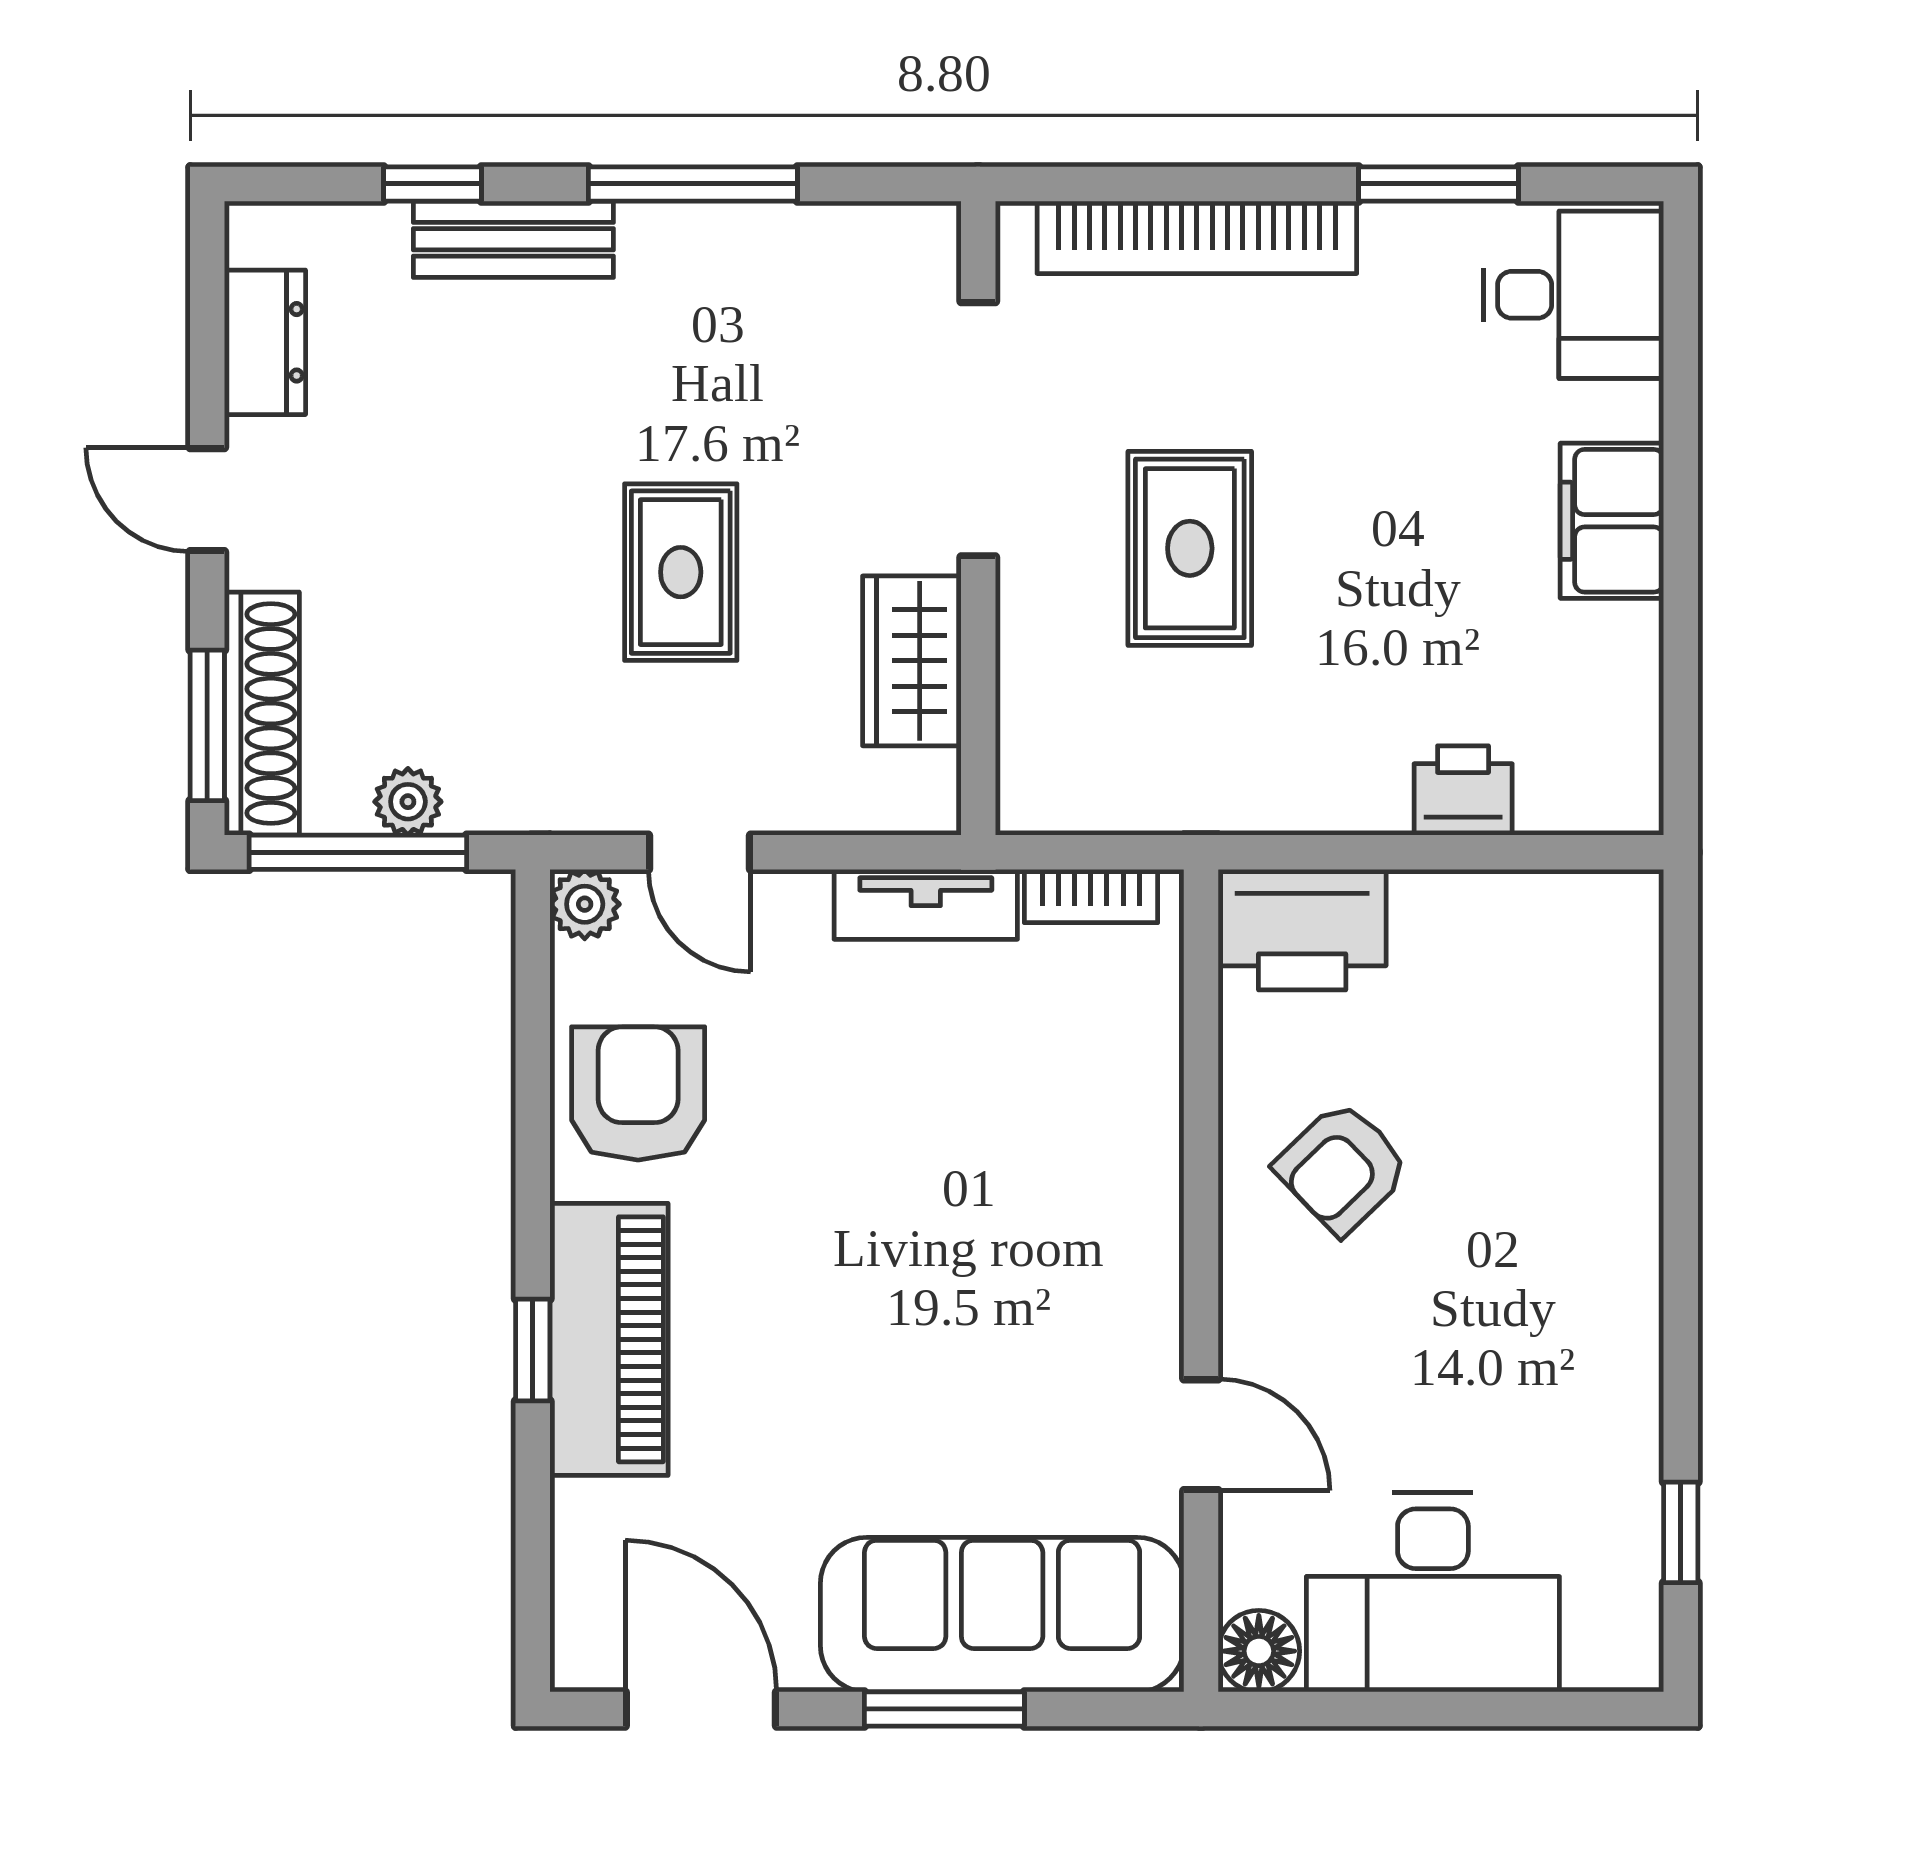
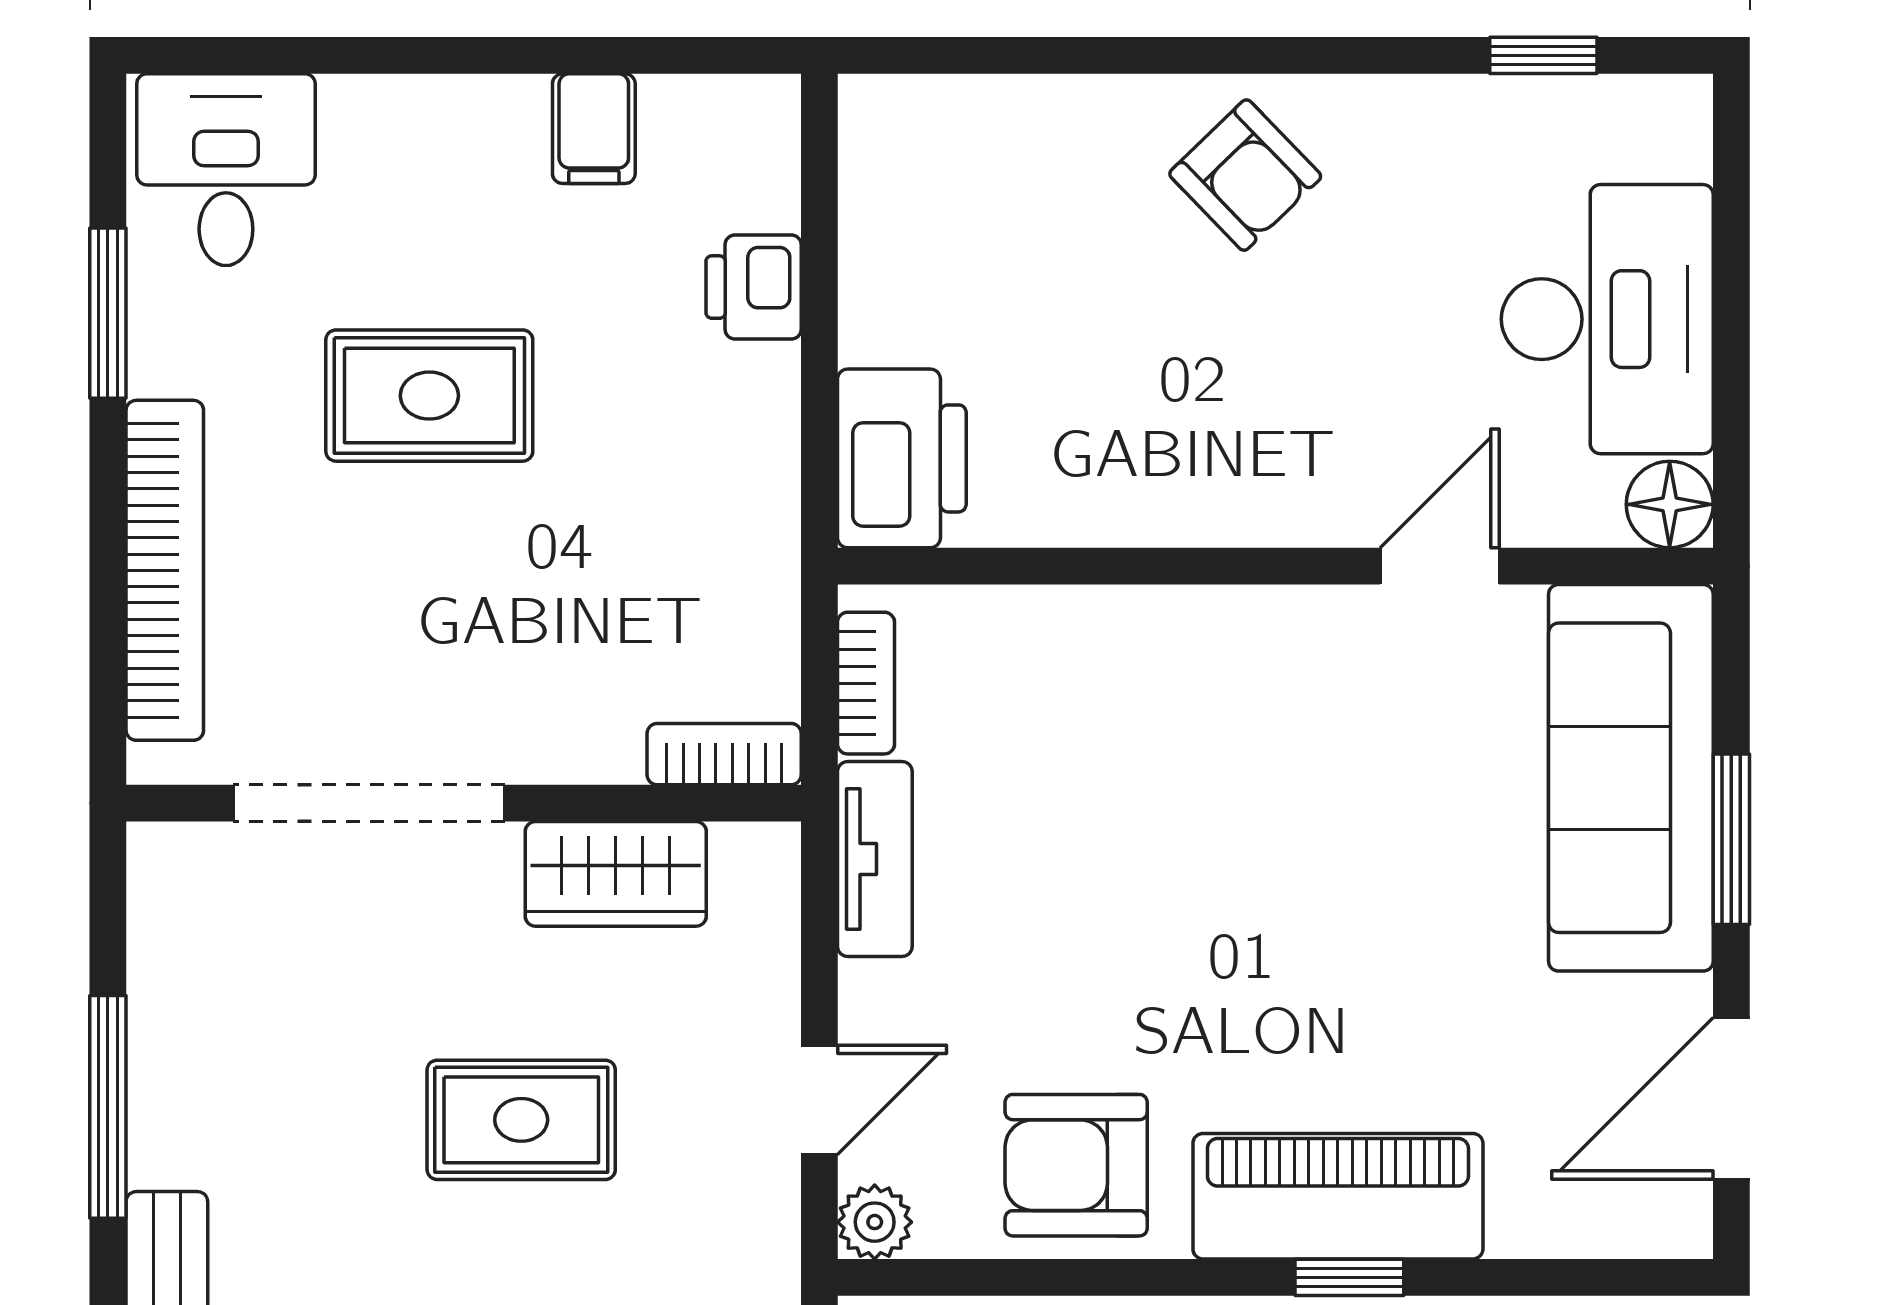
filing cabinet: (1612, 521) -> (594, 129), moved, width x0.50
rug: (1190, 548) -> (429, 396), moved
bookcase: (1024, 763) -> (724, 754), added
armchair: (1342, 1168) -> (1245, 175), moved

